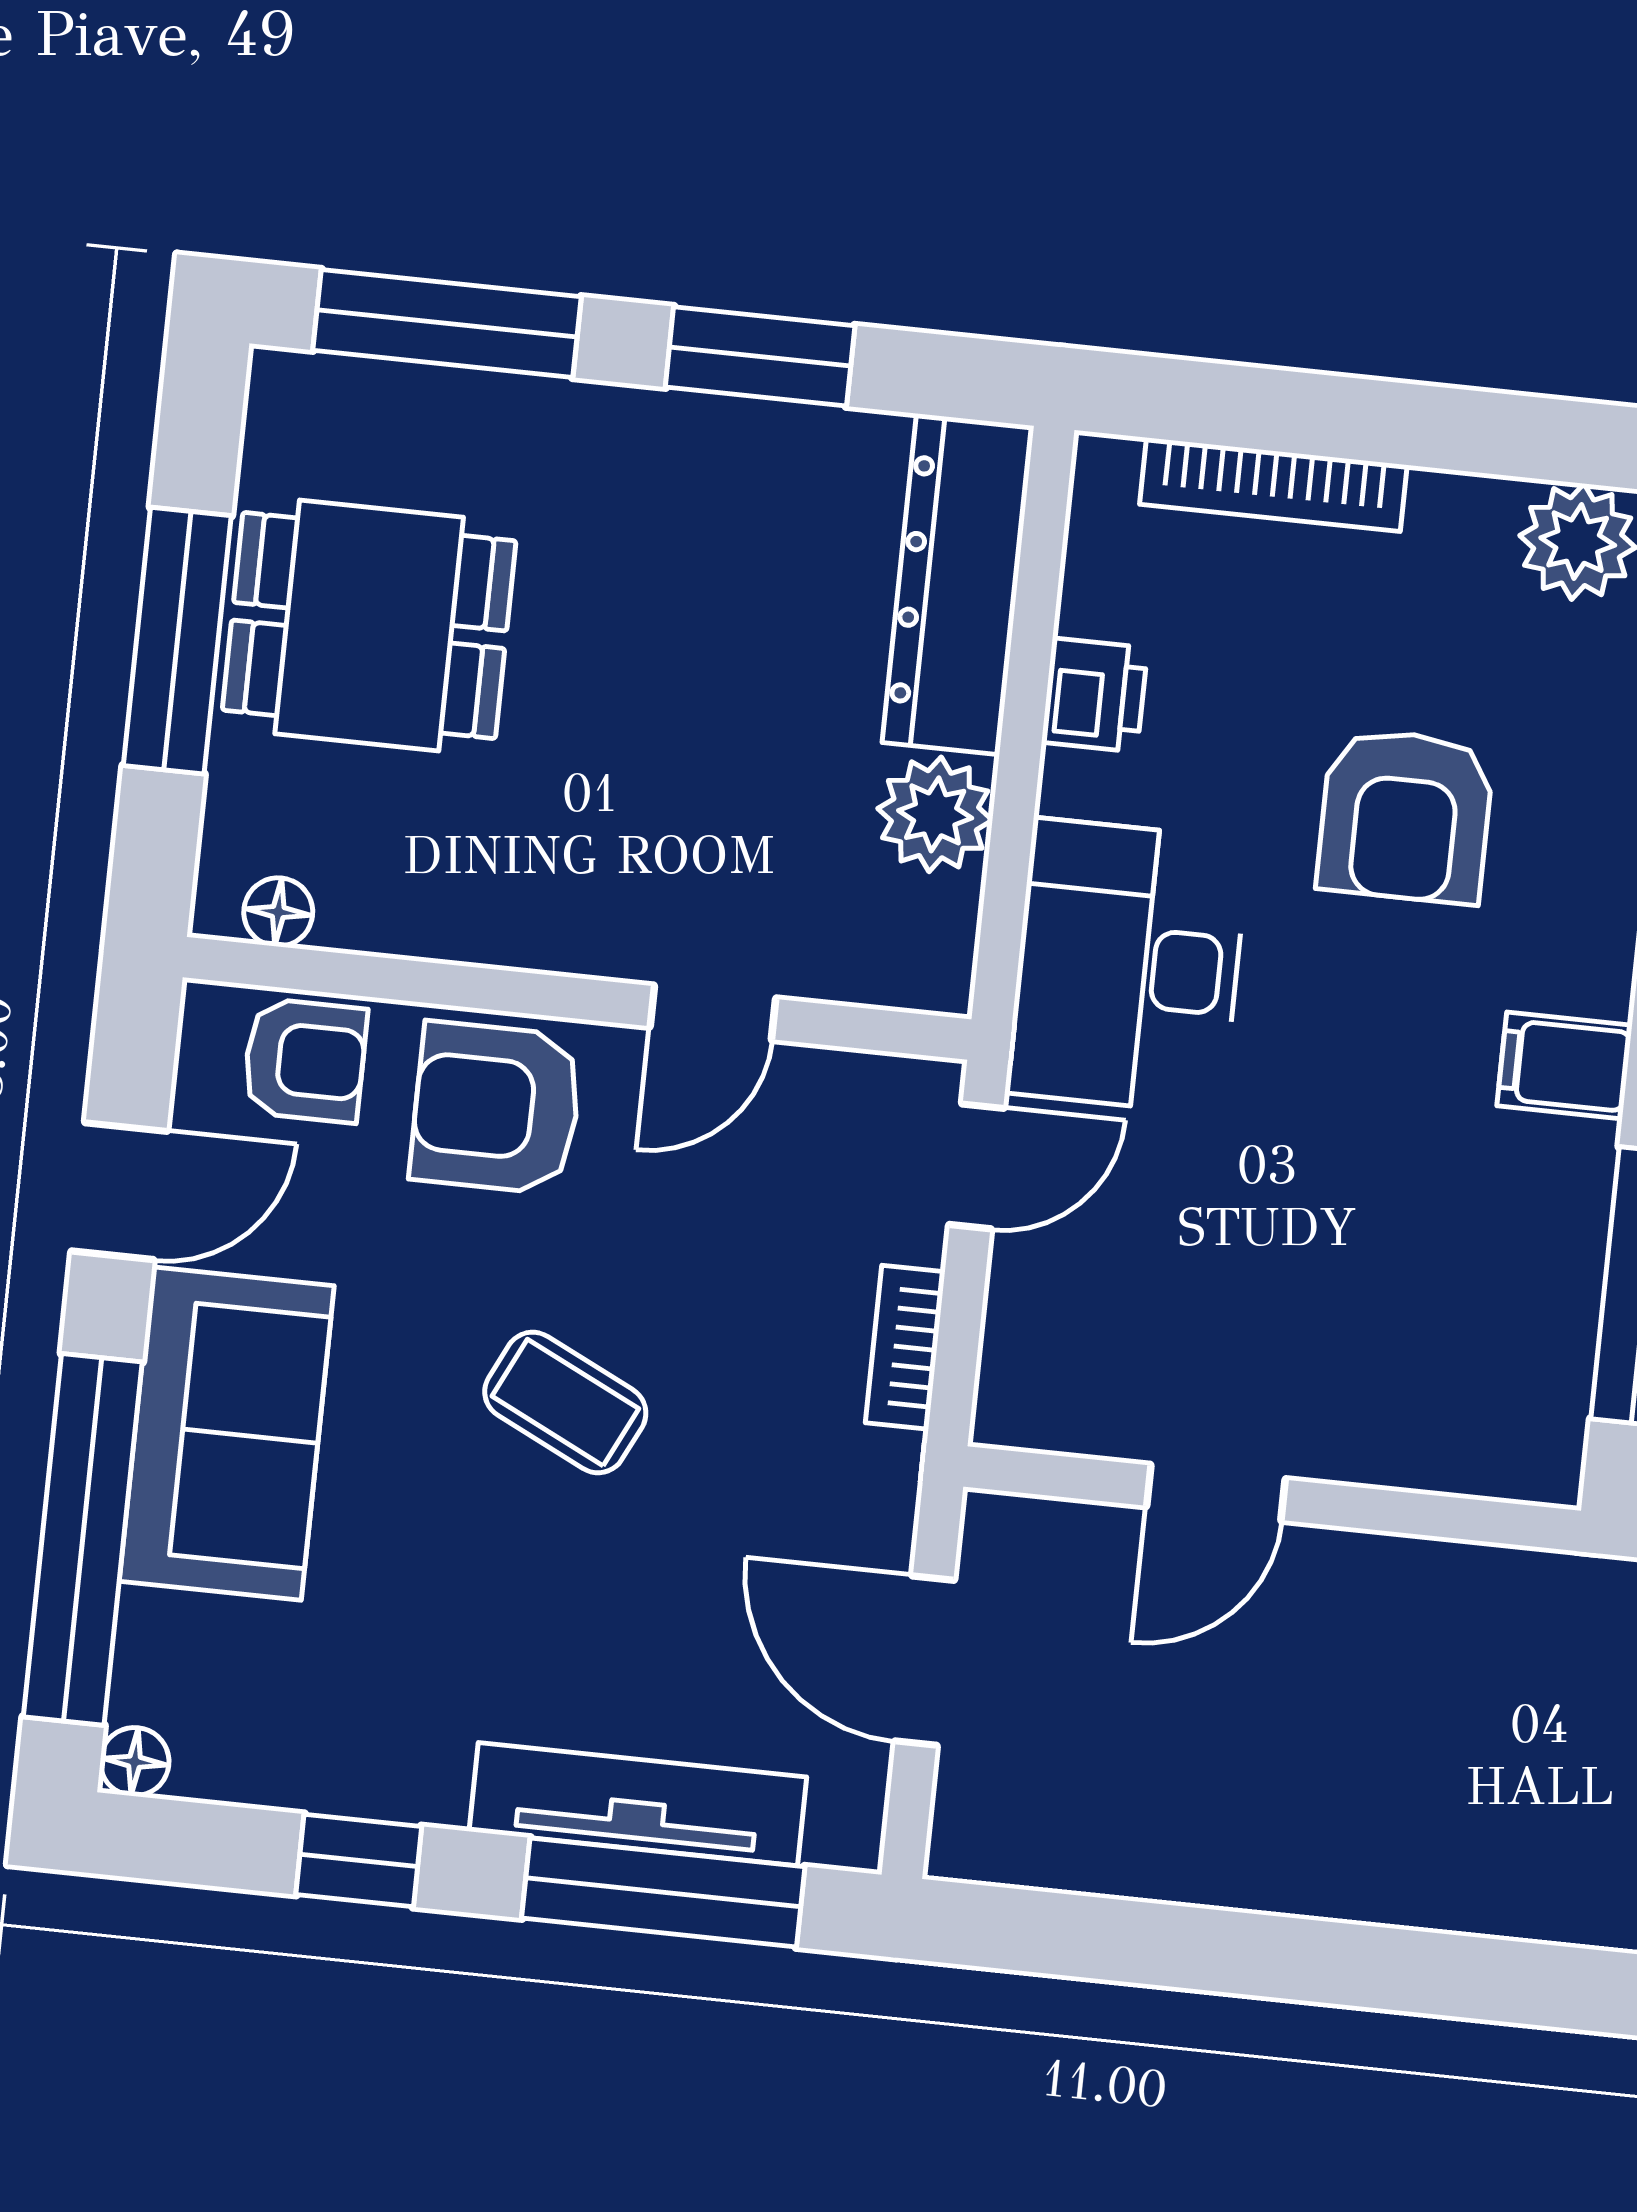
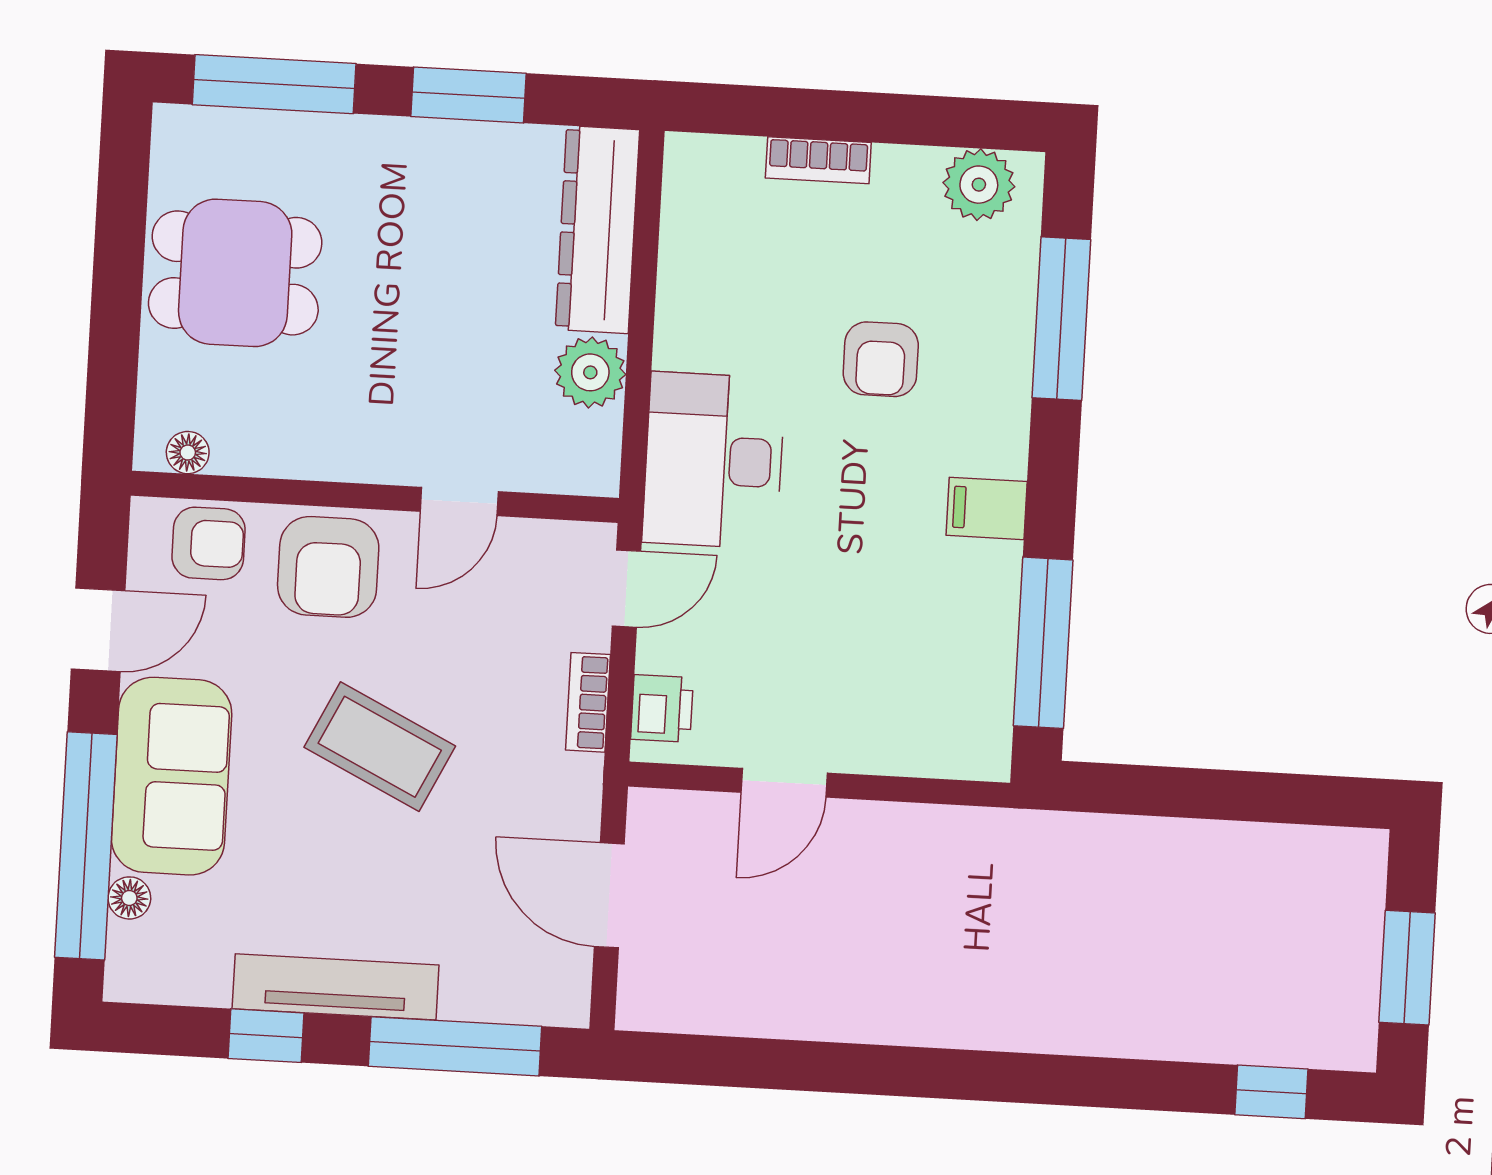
bookcase: (1273, 485) -> (818, 160), width x0.64
window: (177, 641) -> (117, 288), removed
printer: (1095, 695) -> (662, 708), moved
armchair: (1405, 816) -> (881, 359), width x0.72, depth x0.72
armchair: (496, 1108) -> (328, 567), turned -90
coffee table: (565, 1402) -> (380, 747), width x1.36, depth x1.30
floor lamp: (135, 1762) -> (129, 898), moved
tv unit: (638, 1804) -> (336, 987), moved

